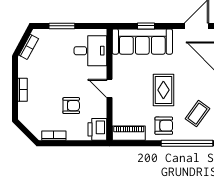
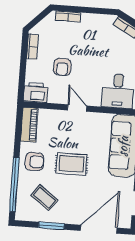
door: (109, 88) -> (77, 108), hinge flipped
bookcase: (22, 90) -> (68, 16), moved
armchair: (164, 126) -> (34, 162), turned -90

